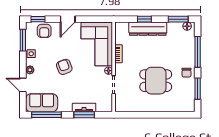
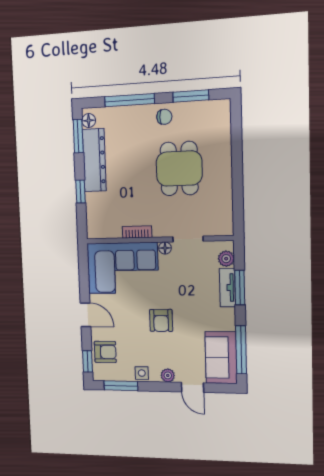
dresser: (148, 29) -> (94, 160), moved
armchair: (64, 67) -> (161, 320), turned -69
door: (23, 85) -> (193, 387), hinge flipped
plant: (101, 107) -> (226, 259), added

